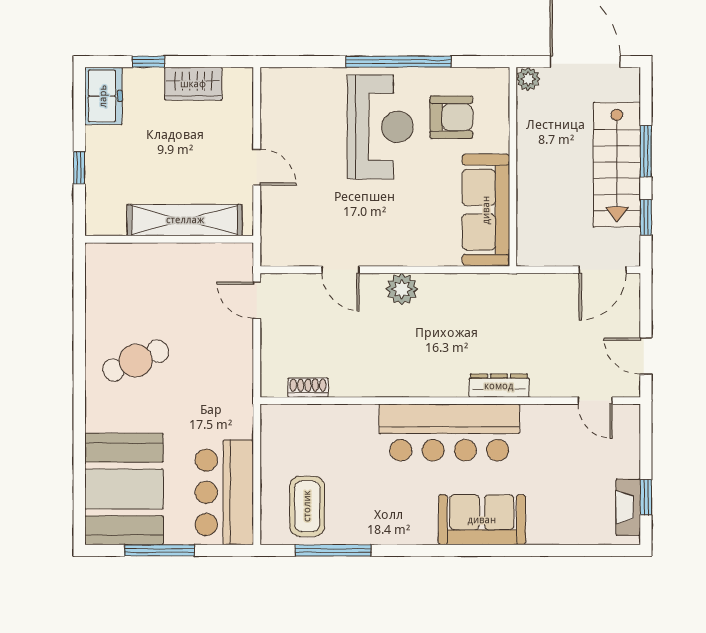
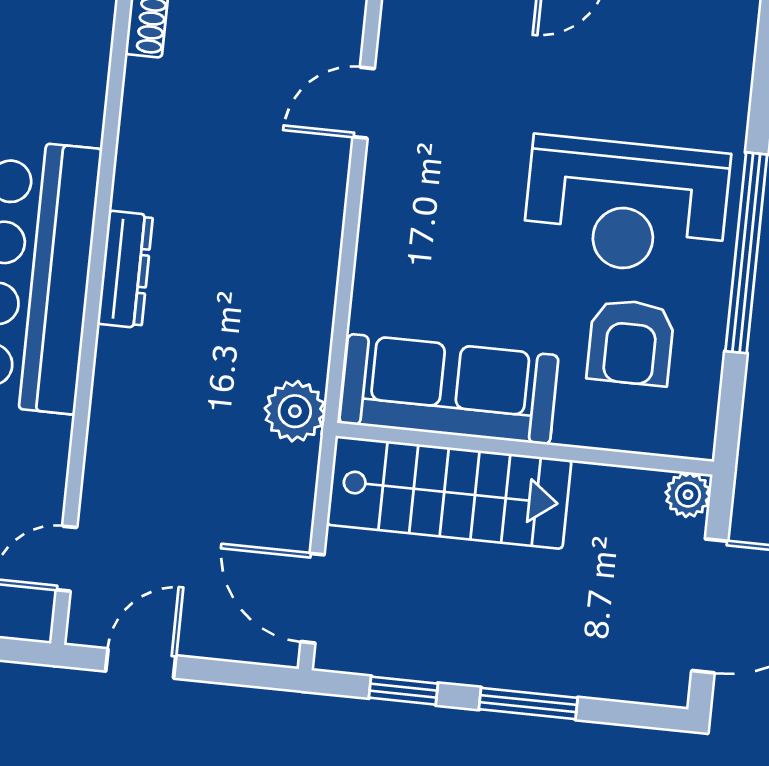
stairs: (617, 165) -> (449, 492), moved, turned 180
plant: (402, 289) -> (295, 411), moved
dresser: (499, 386) -> (125, 269), moved

